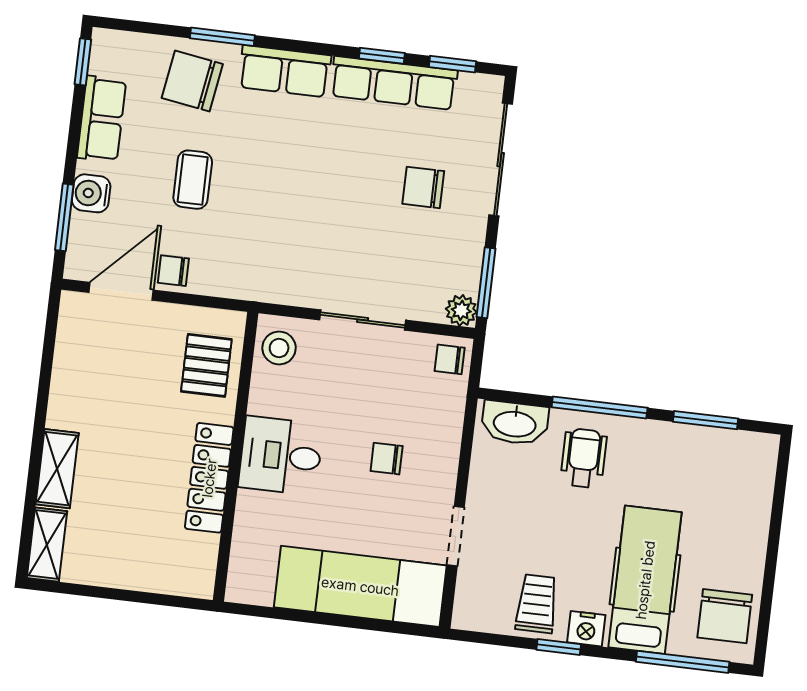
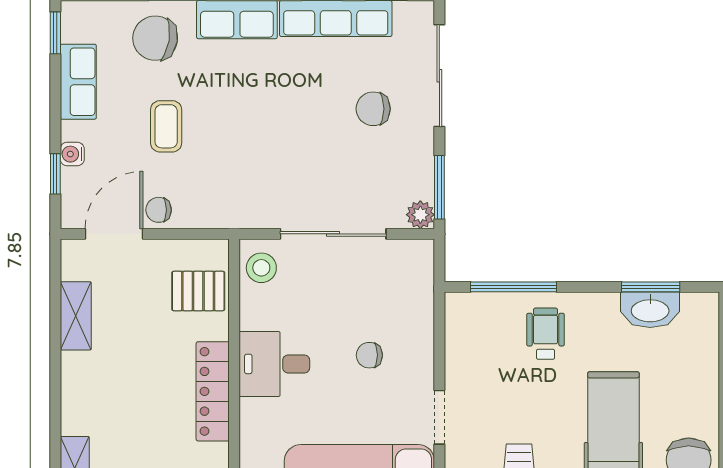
water cooler: (91, 193) -> (72, 154), width x0.72, depth x0.72
window: (64, 217) -> (55, 174), width x0.67
sliding door: (363, 320) -> (333, 234), width x1.37
chair: (450, 359) -> (415, 260), removed
pallet: (206, 365) -> (198, 291), turned 90
window: (600, 408) -> (514, 287), moved
washbasin: (515, 423) -> (650, 310), moved
shelving: (57, 469) -> (76, 316), moved

